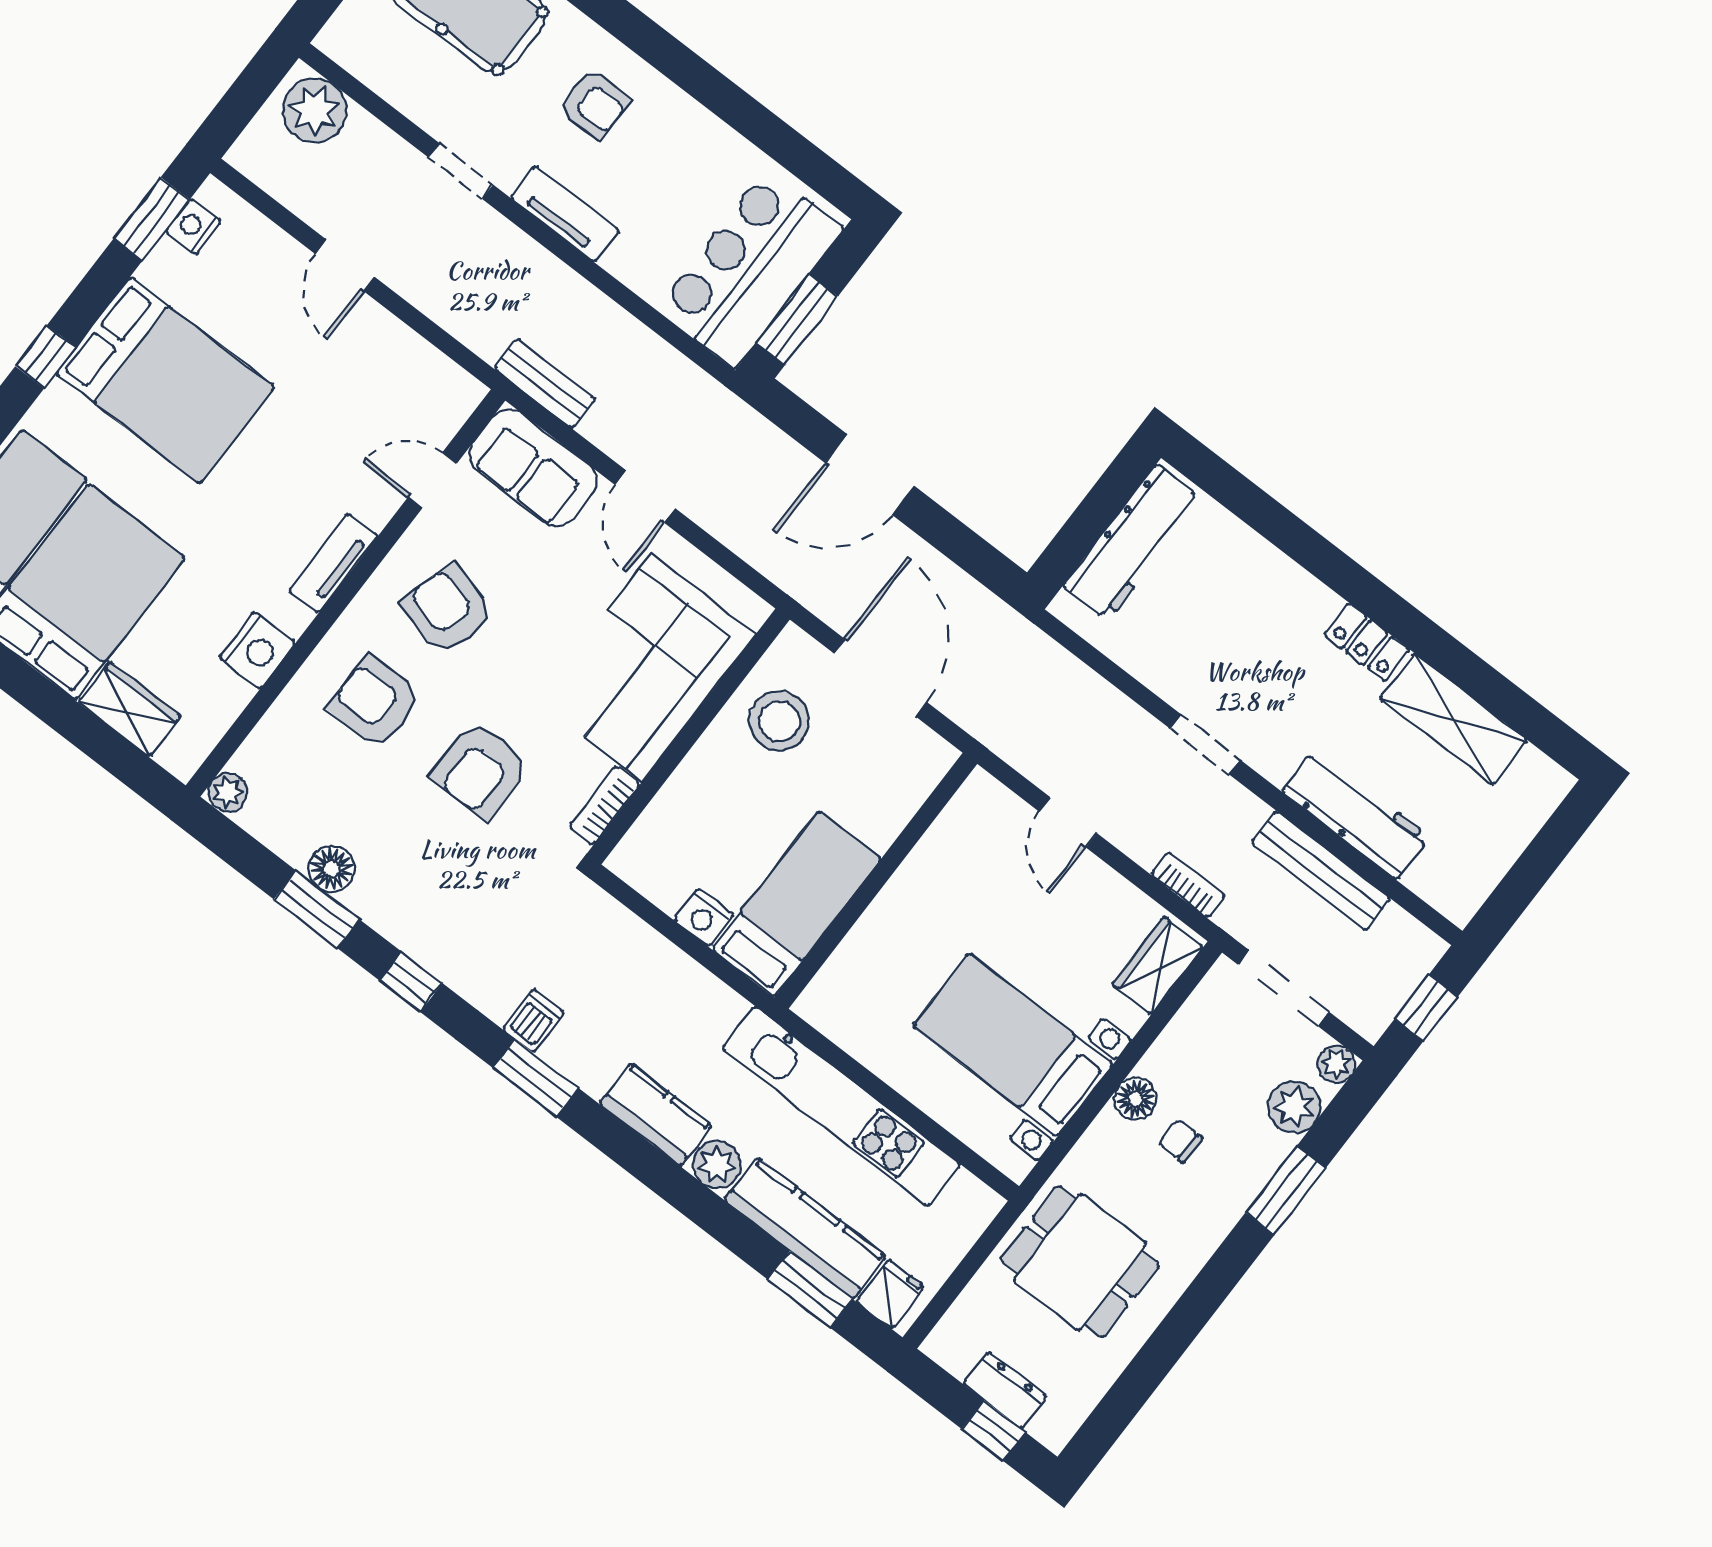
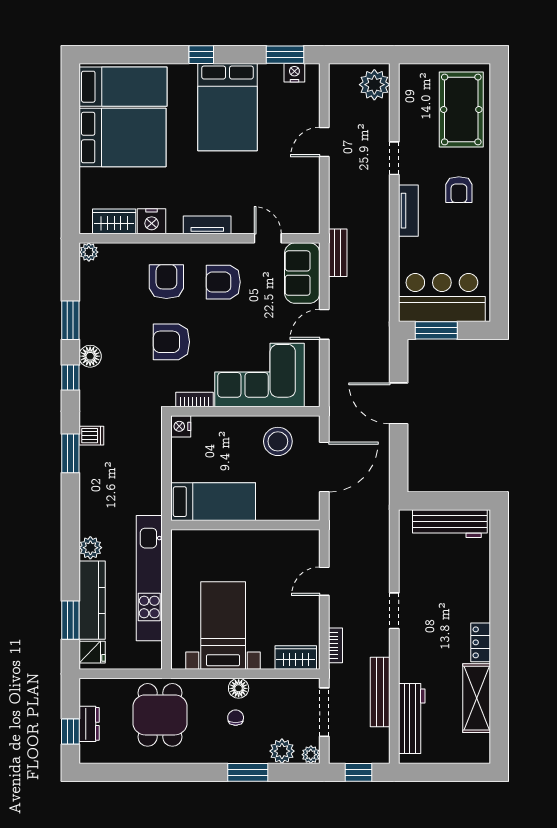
armchair: (448, 609) -> (223, 282), turned -105
wardrobe: (130, 709) -> (114, 221), moved, turned -90
workbench: (1356, 814) -> (412, 718), moved
floor lamp: (332, 869) -> (90, 356), moved
nightstand: (704, 917) -> (181, 426), moved
kitchen counter: (655, 1115) -> (91, 510), removed

